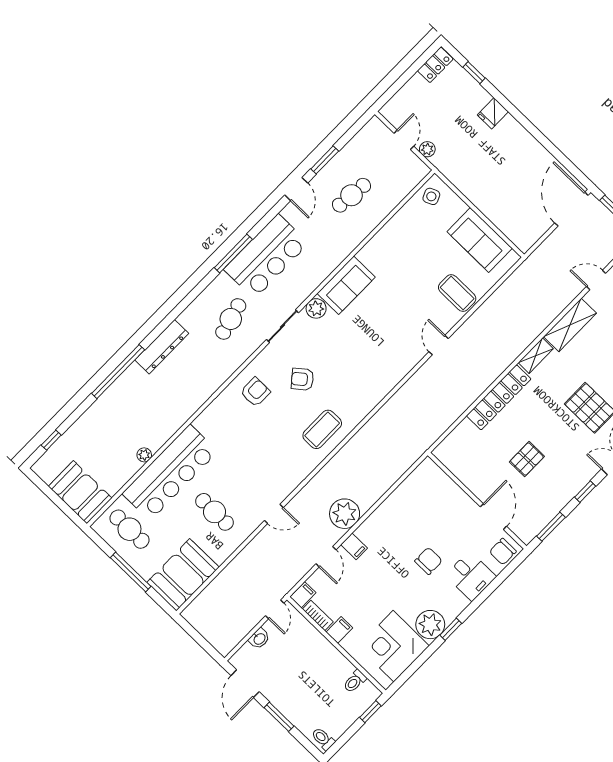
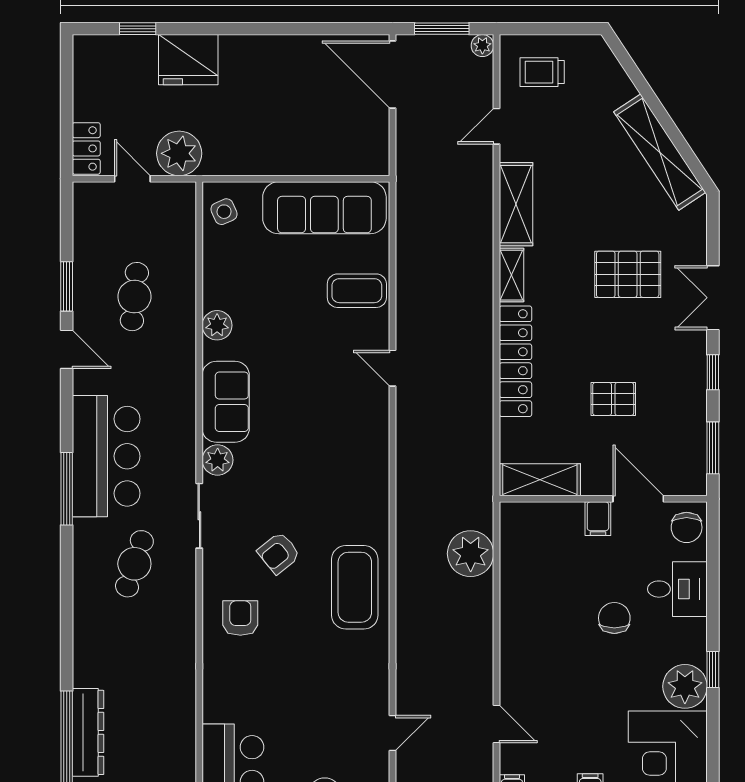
locker: (435, 65) -> (86, 148), moved
fridge: (493, 113) -> (188, 60), width x1.88, depth x1.34
plant: (427, 149) -> (179, 153), width x1.88, depth x1.88
sofa: (480, 240) -> (324, 208), width x1.36
plant: (377, 246) -> (217, 325), added
cafe table: (231, 319) -> (134, 564), turned 33
dresser: (162, 347) -> (88, 732), moved
coffee table: (322, 429) -> (355, 587), width x1.36, depth x1.32
pallet: (527, 459) -> (613, 399), turned 90
shelving: (456, 463) -> (540, 480), added
plant: (345, 514) -> (471, 554), moved
filing cabinet: (354, 546) -> (598, 519), moved, turned 90

